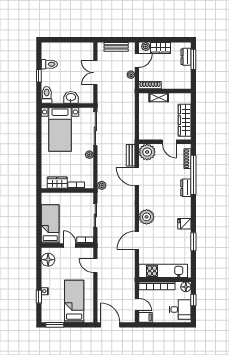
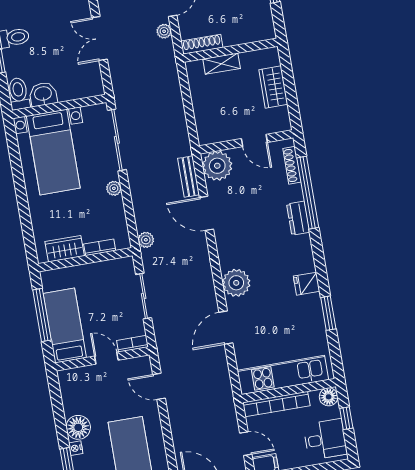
washbasin: (71, 97) -> (43, 94), moved
wardrobe: (185, 120) -> (273, 87), width x0.67
window: (39, 216) -> (42, 315), added
floor lamp: (48, 260) -> (78, 427), moved

